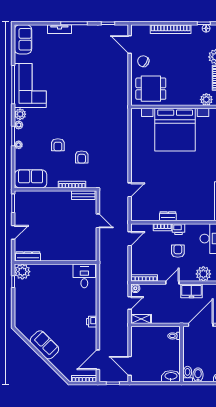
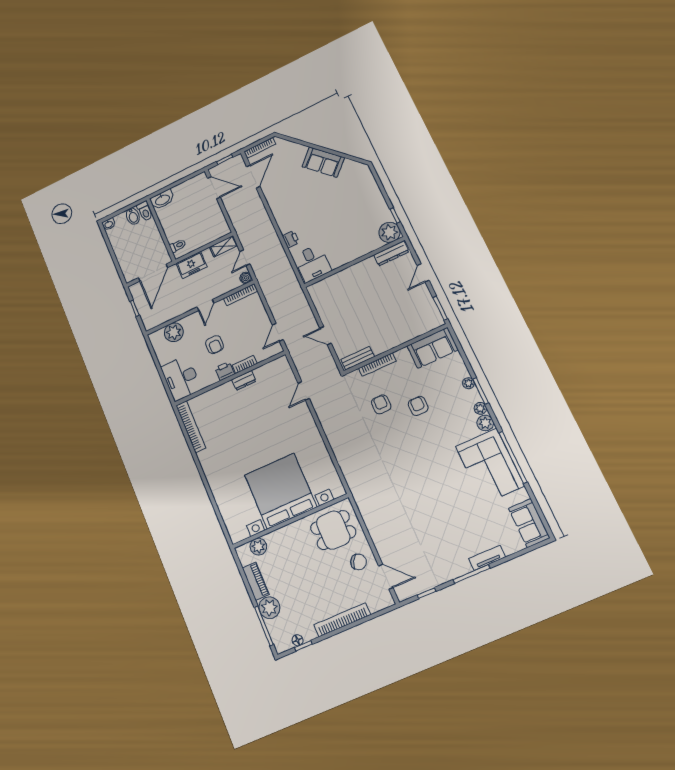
freezer: (191, 291) -> (191, 265), moved, turned 180
printer: (92, 322) -> (291, 239), moved

